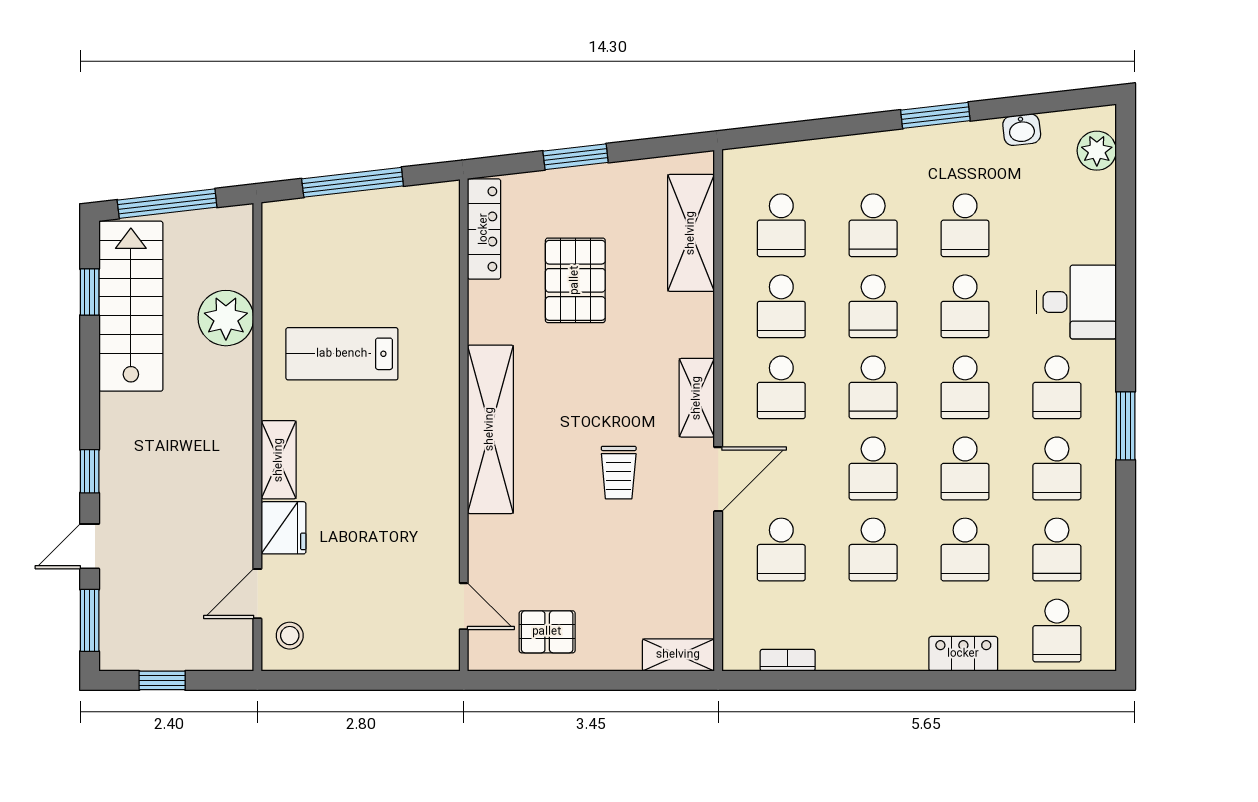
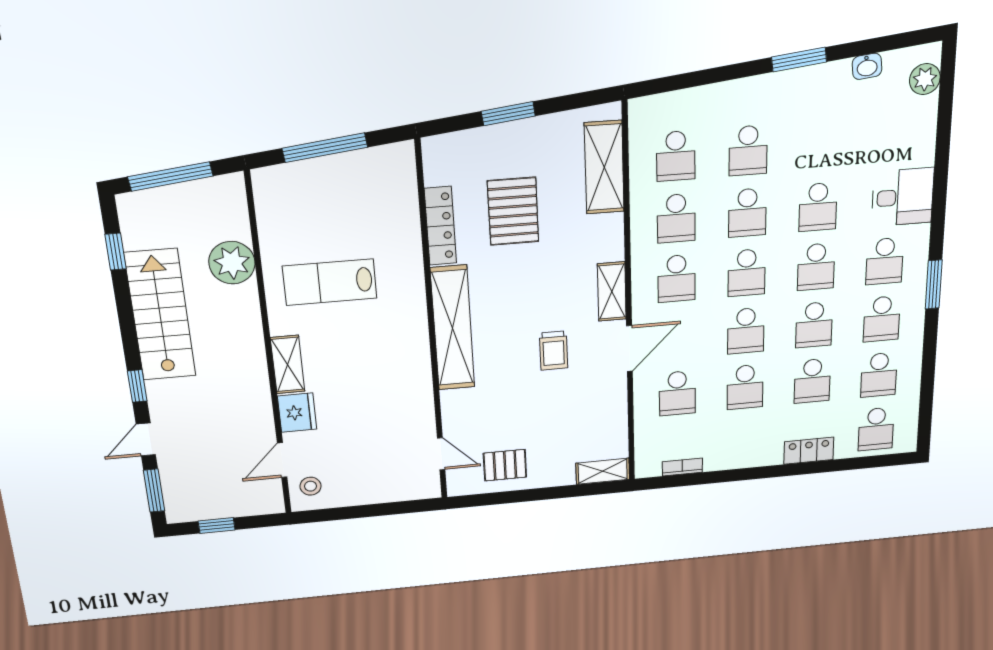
school desk: (965, 225) -> (820, 145), removed
locker: (484, 229) -> (440, 226), moved
stairs: (131, 306) -> (160, 315), moved

